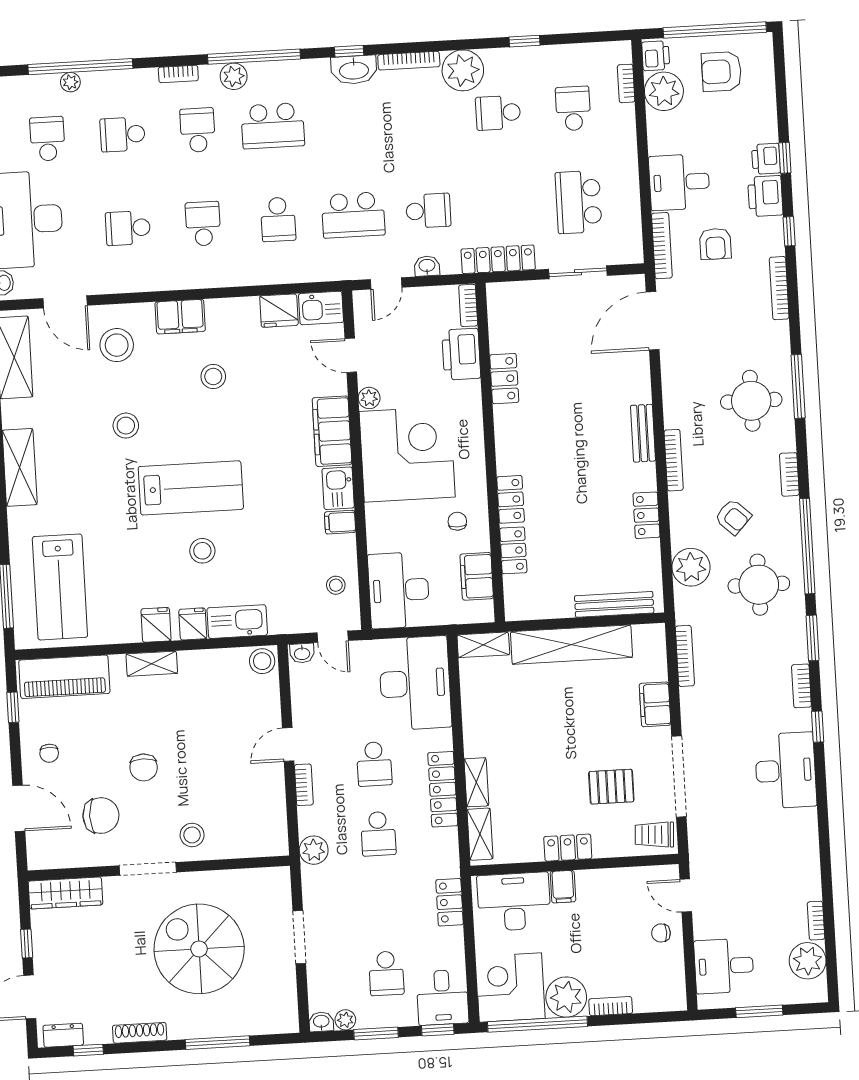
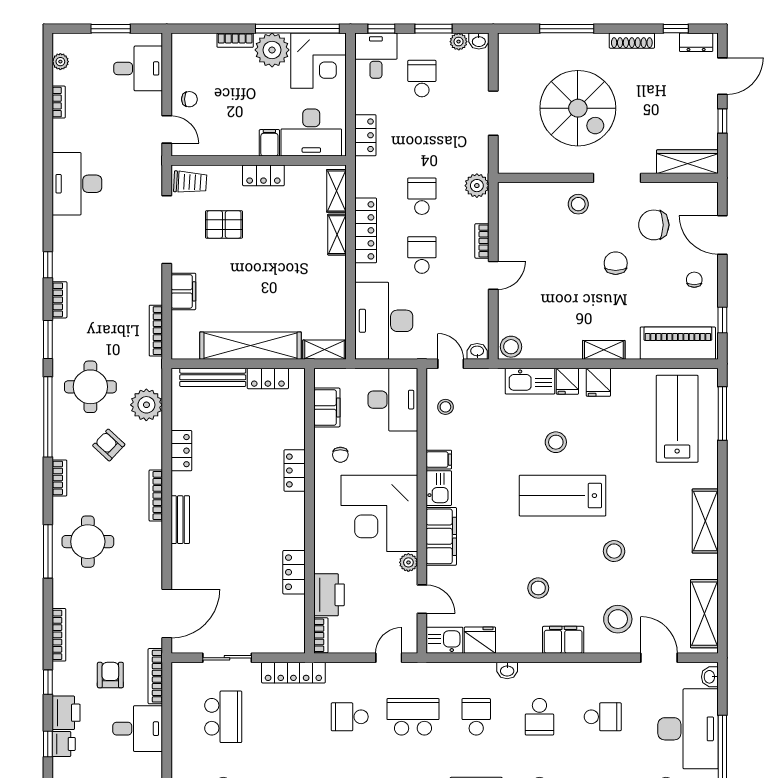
washbasin: (427, 266) -> (507, 670), moved
locker: (513, 550) -> (268, 378), moved, turned -90
desk: (786, 770) -> (77, 184), moved
plant: (808, 961) -> (60, 62), width x0.53, depth x0.53

